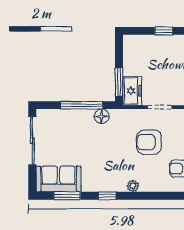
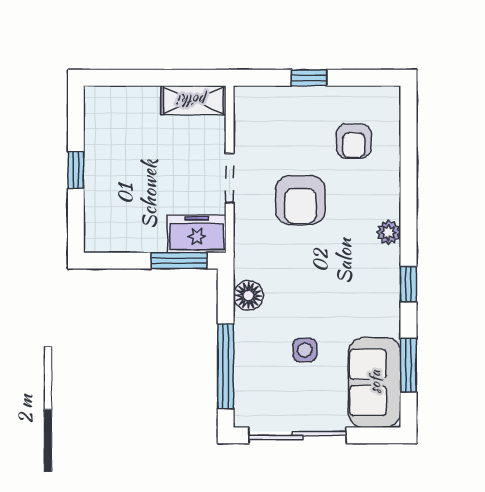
window: (81, 105) -> (226, 366), moved
side table: (75, 144) -> (305, 350), added

